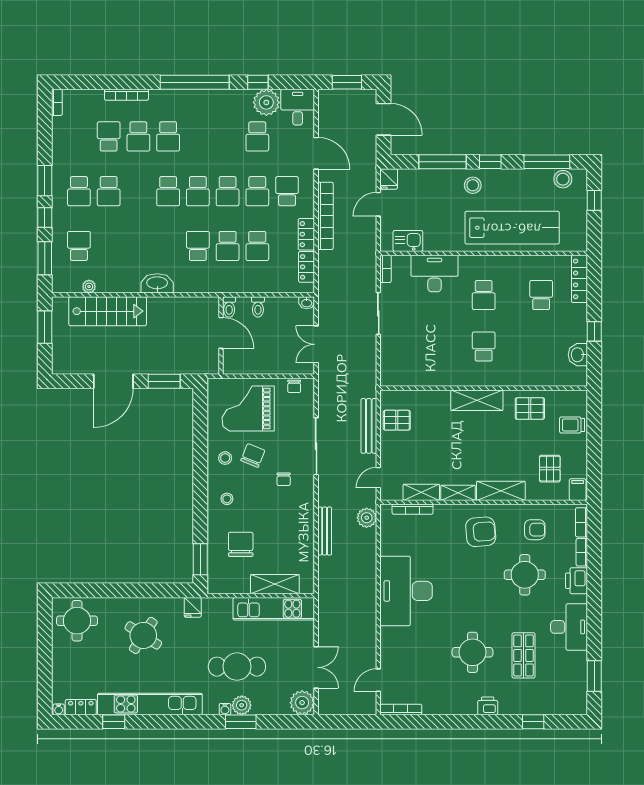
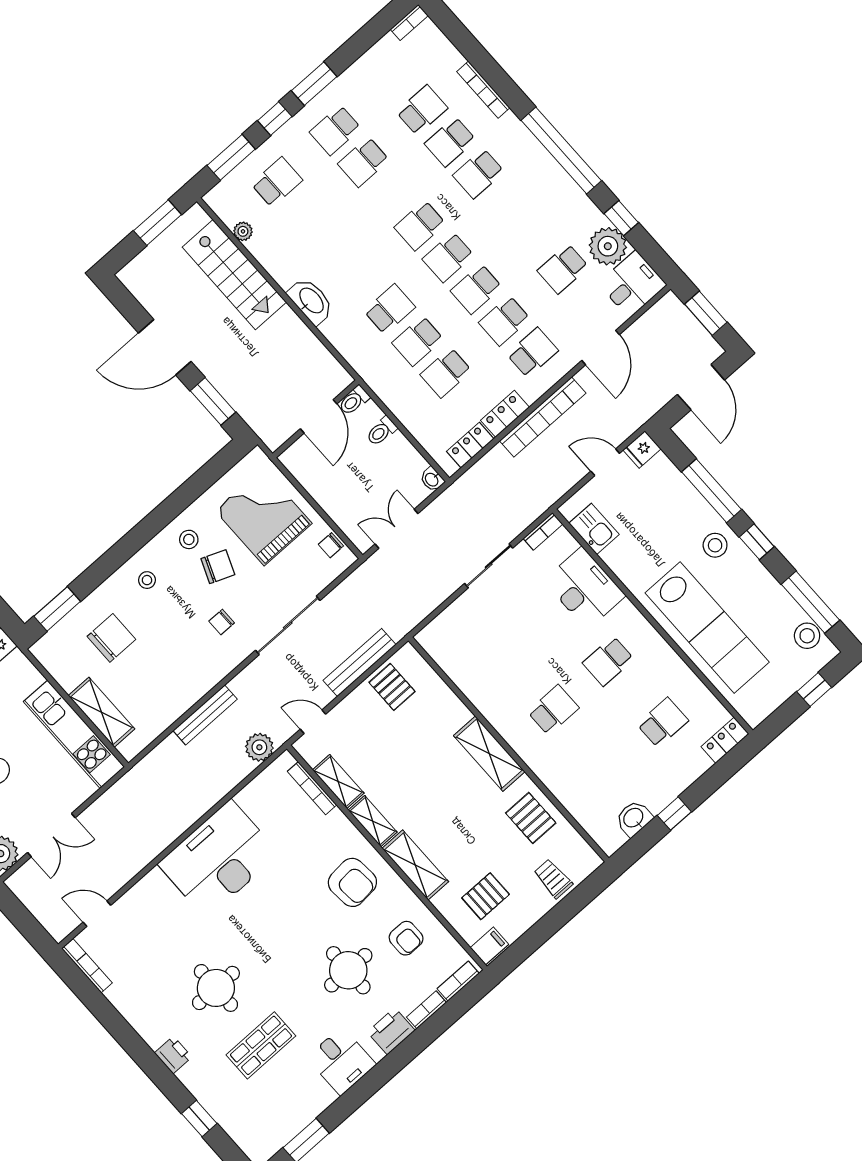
locker: (579, 279) -> (725, 740), width x0.66
desk: (569, 627) -> (341, 1061), width x0.73

